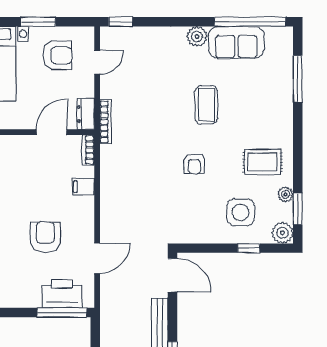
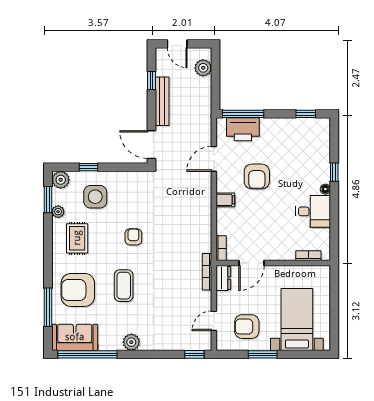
sofa: (236, 42) -> (75, 337), moved
armchair: (262, 100) -> (78, 290), added
rug: (262, 162) -> (77, 238), turned 90
filing cabinet: (83, 187) -> (225, 200), moved

